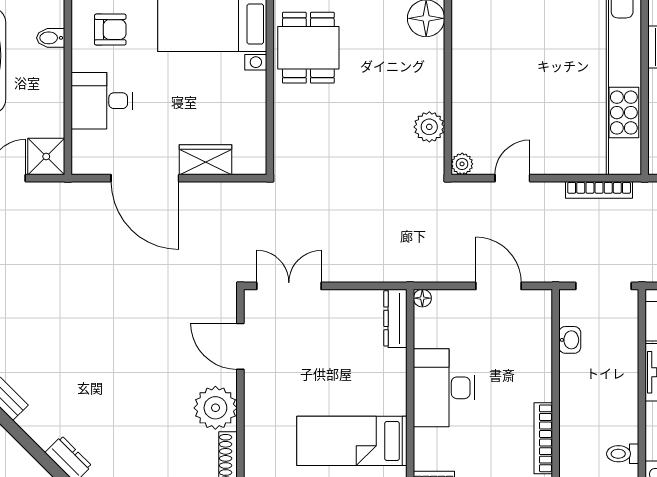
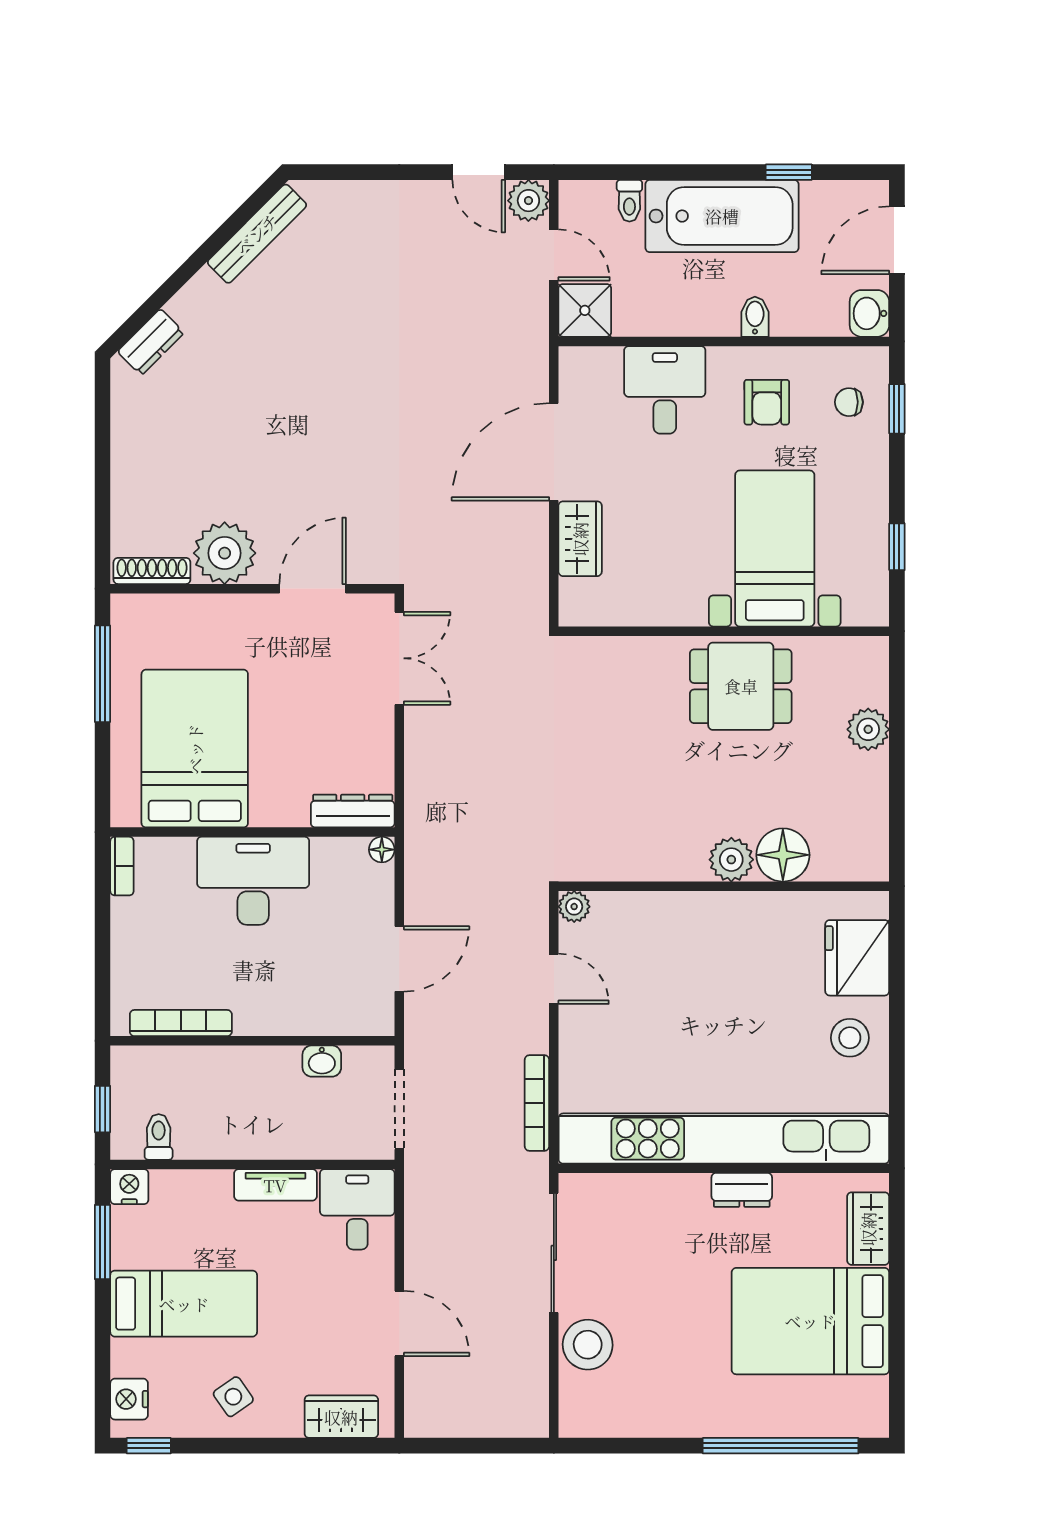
plant: (429, 127) -> (731, 860), moved
bed: (352, 441) -> (195, 749), width x1.50

